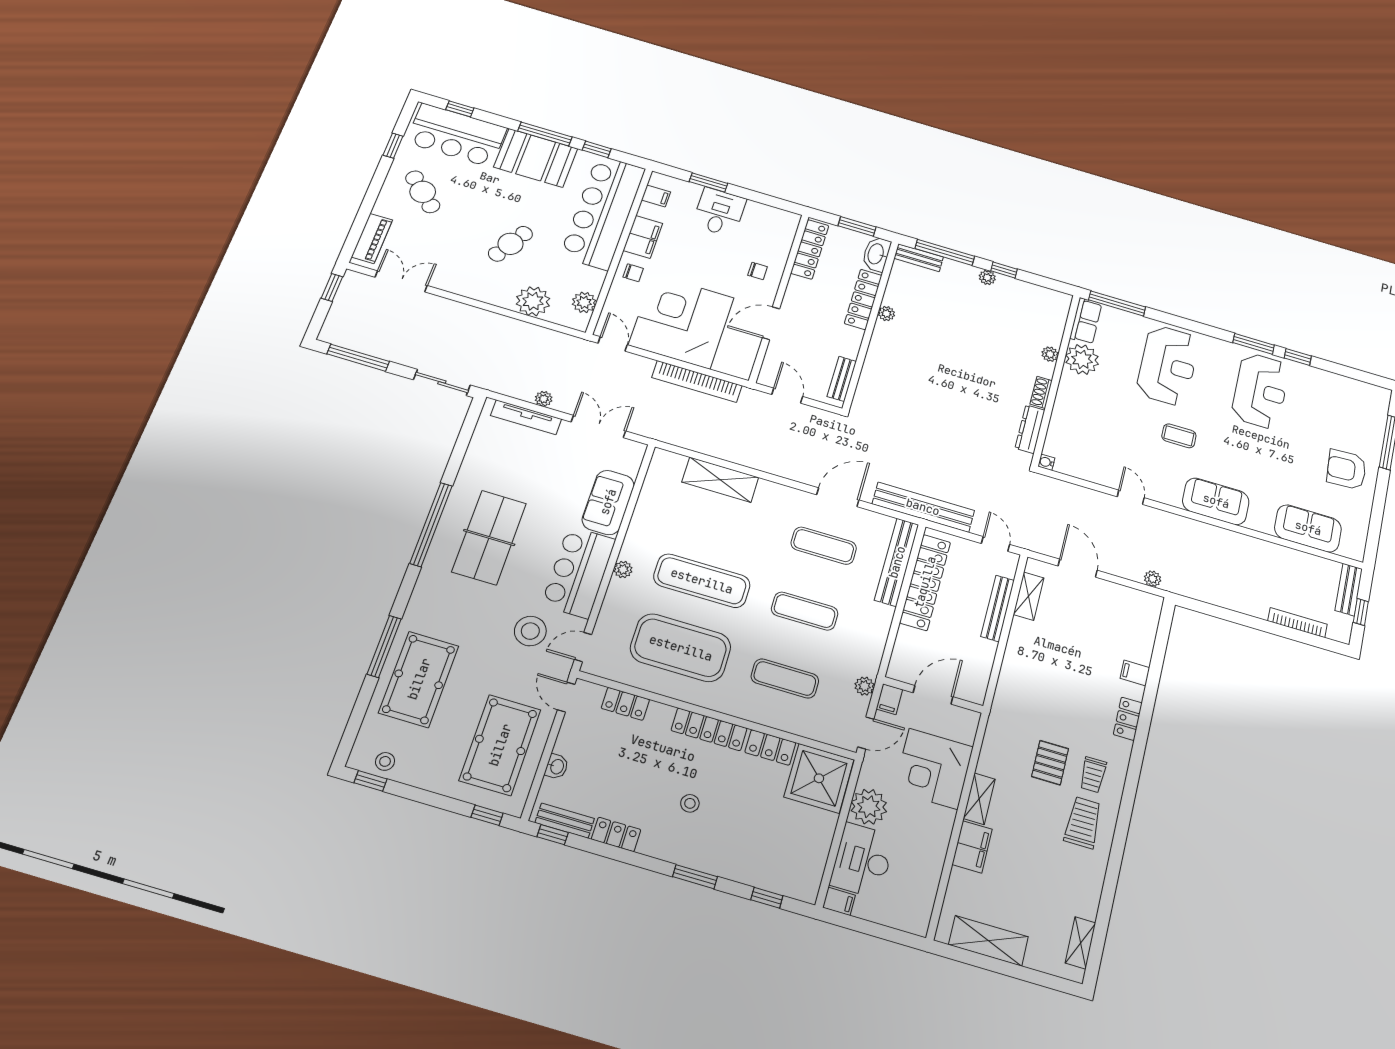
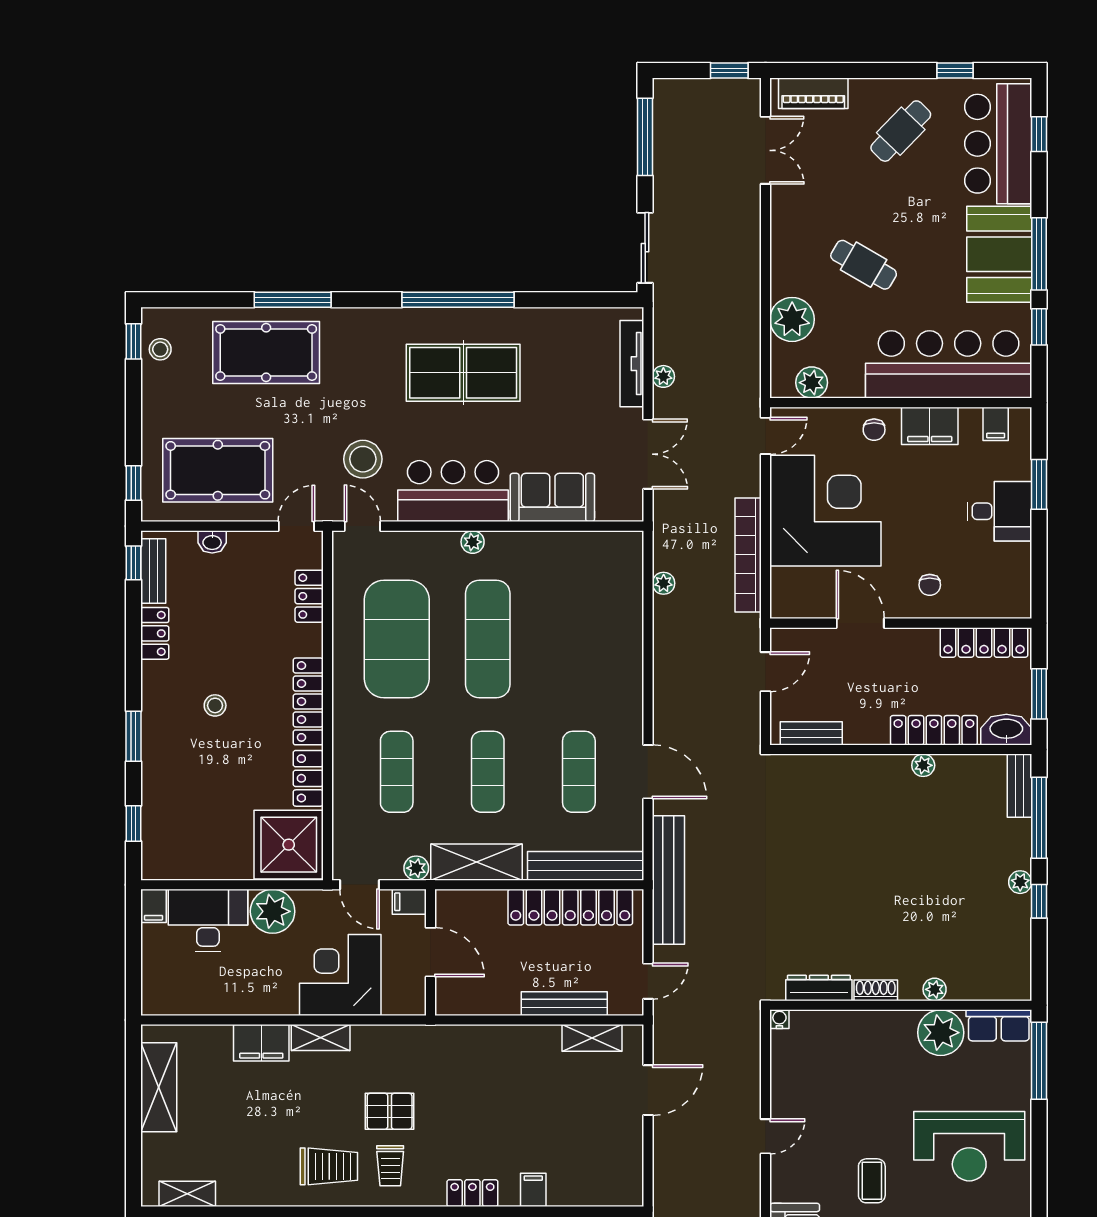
shelving: (720, 480) -> (476, 862), moved, turned 90
plant: (1153, 579) -> (664, 583), moved
trolley: (1093, 775) -> (390, 1166), turned -90

